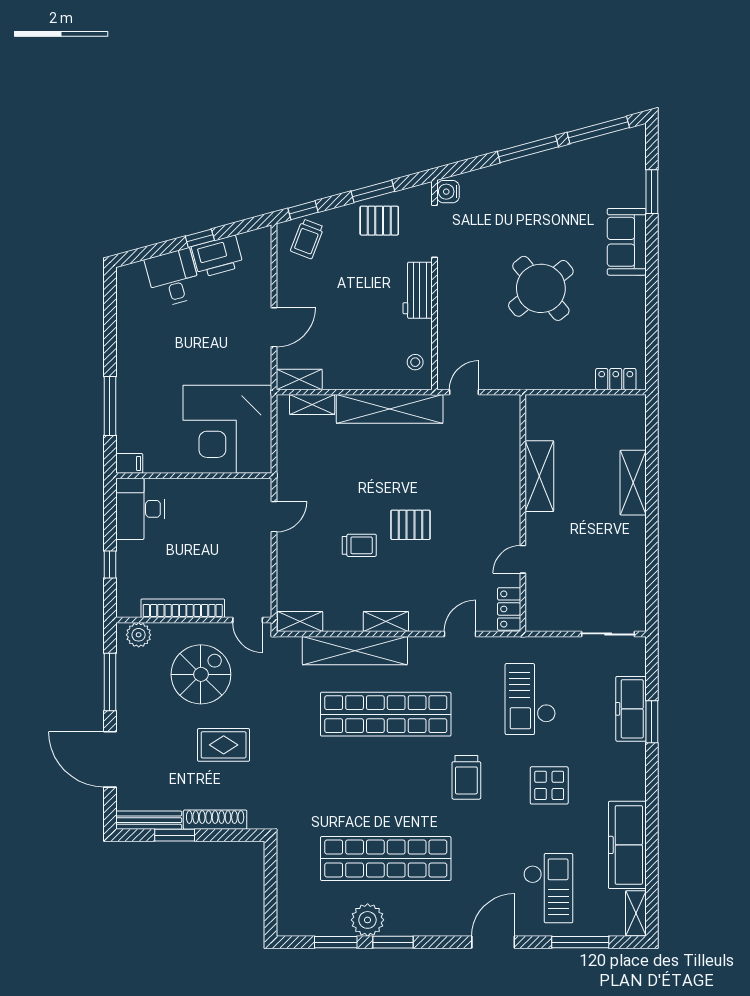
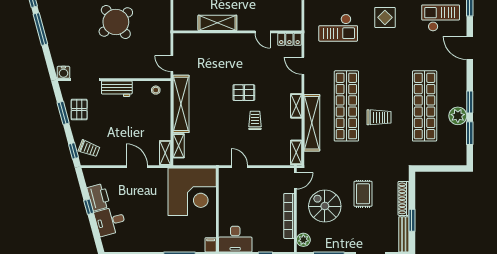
pallet: (410, 525) -> (244, 93), turned 90
trolley: (466, 777) -> (379, 117), moved

